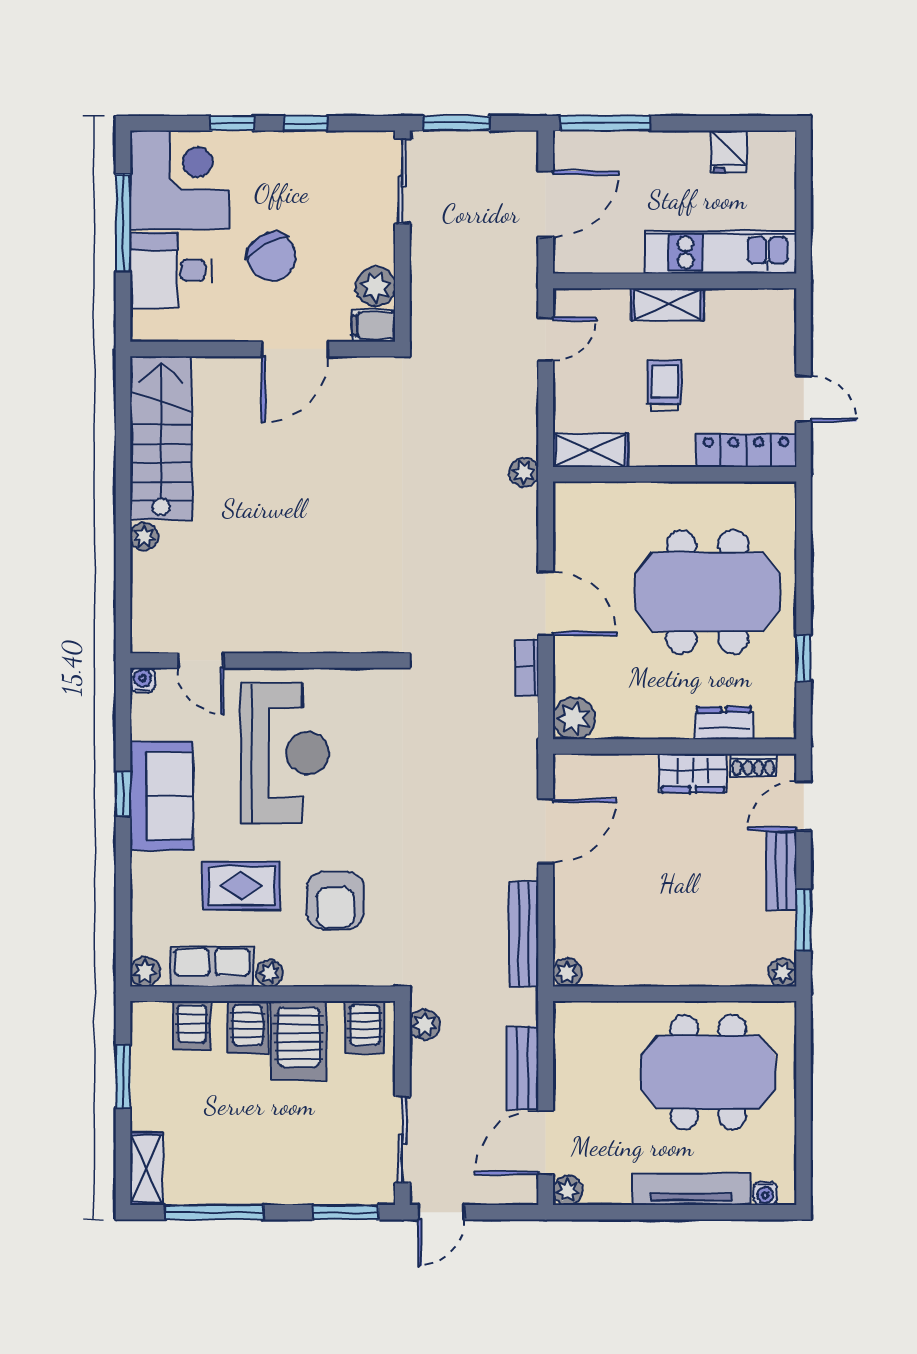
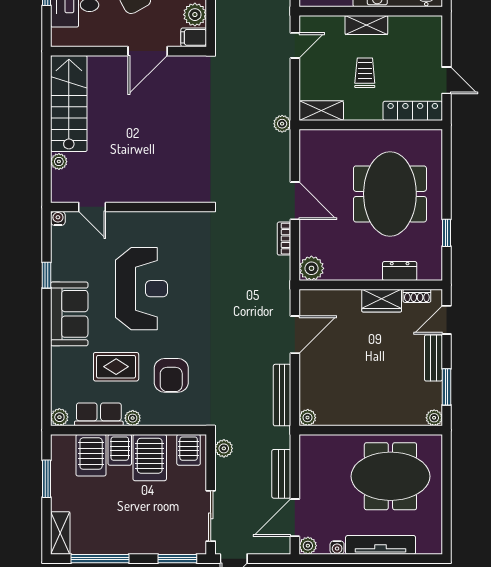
meeting table: (707, 592) -> (390, 194), turned 90
door: (201, 661) -> (92, 207), moved
wall: (263, 661) -> (129, 207), moved
water cooler: (142, 680) -> (58, 218), moved
window: (123, 794) -> (46, 275), moved
server rack: (192, 1026) -> (91, 455), width x1.36, depth x1.44
water cooler: (765, 1193) -> (337, 547), moved

